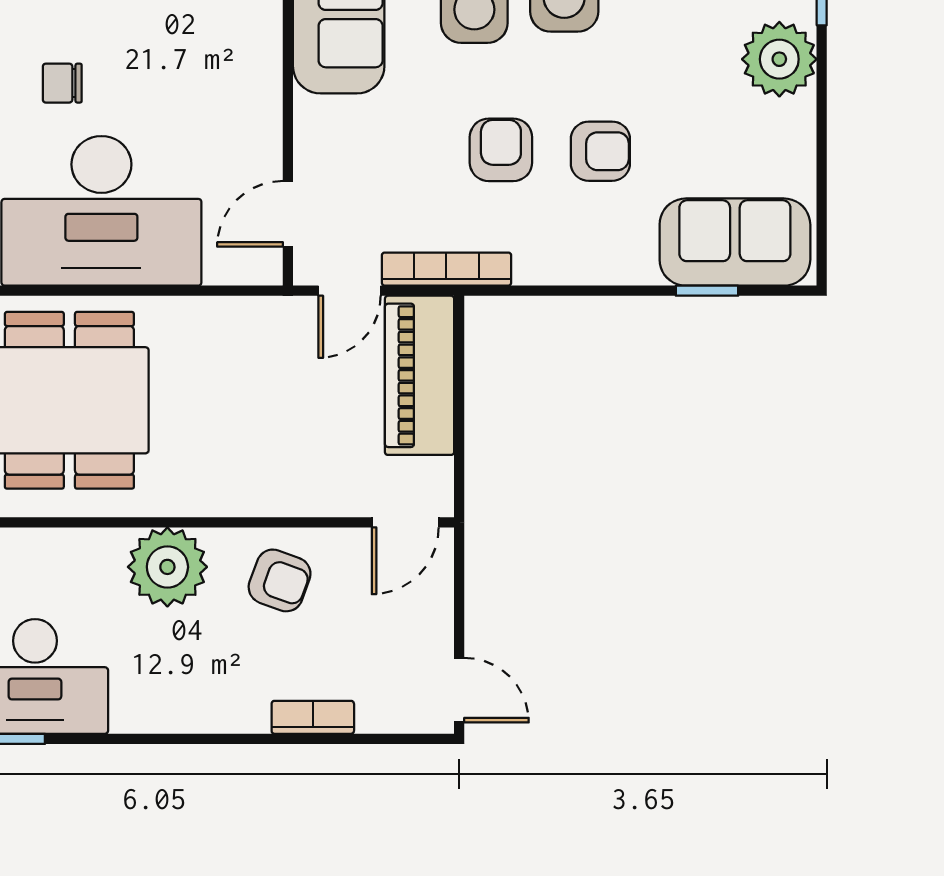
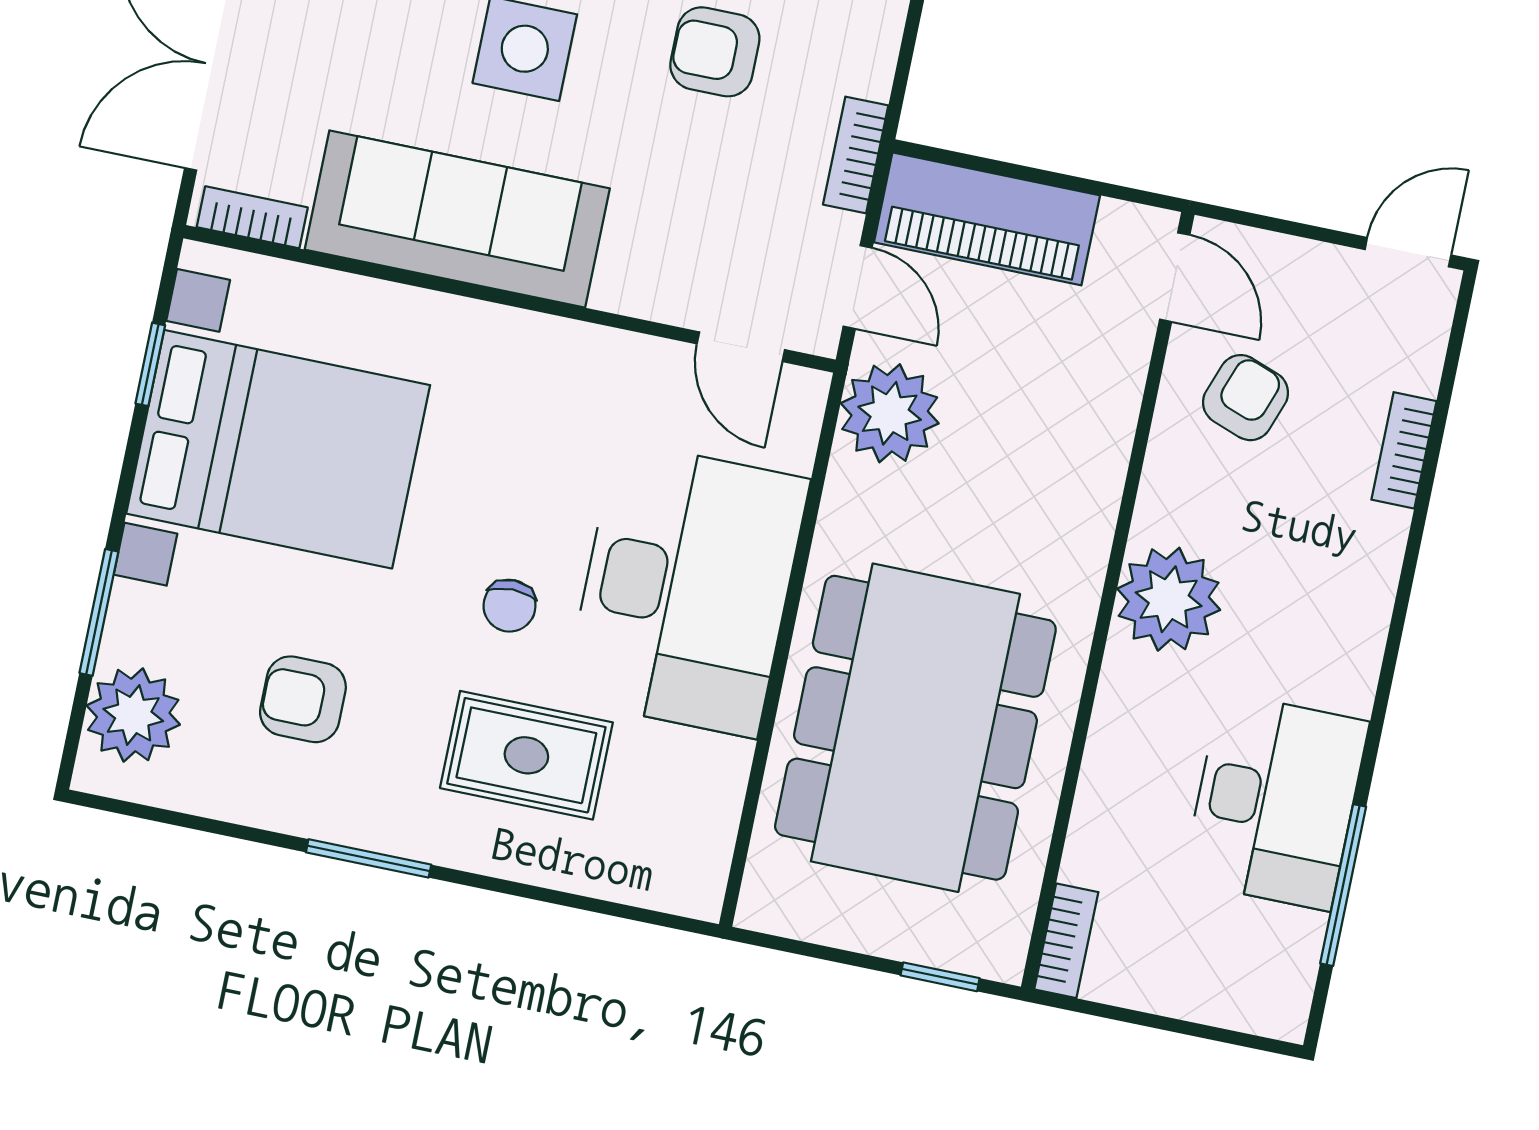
bookcase: (446, 269) -> (856, 155), width x0.64
plant: (262, 333) -> (890, 413), added
armchair: (280, 580) -> (1246, 398), moved

